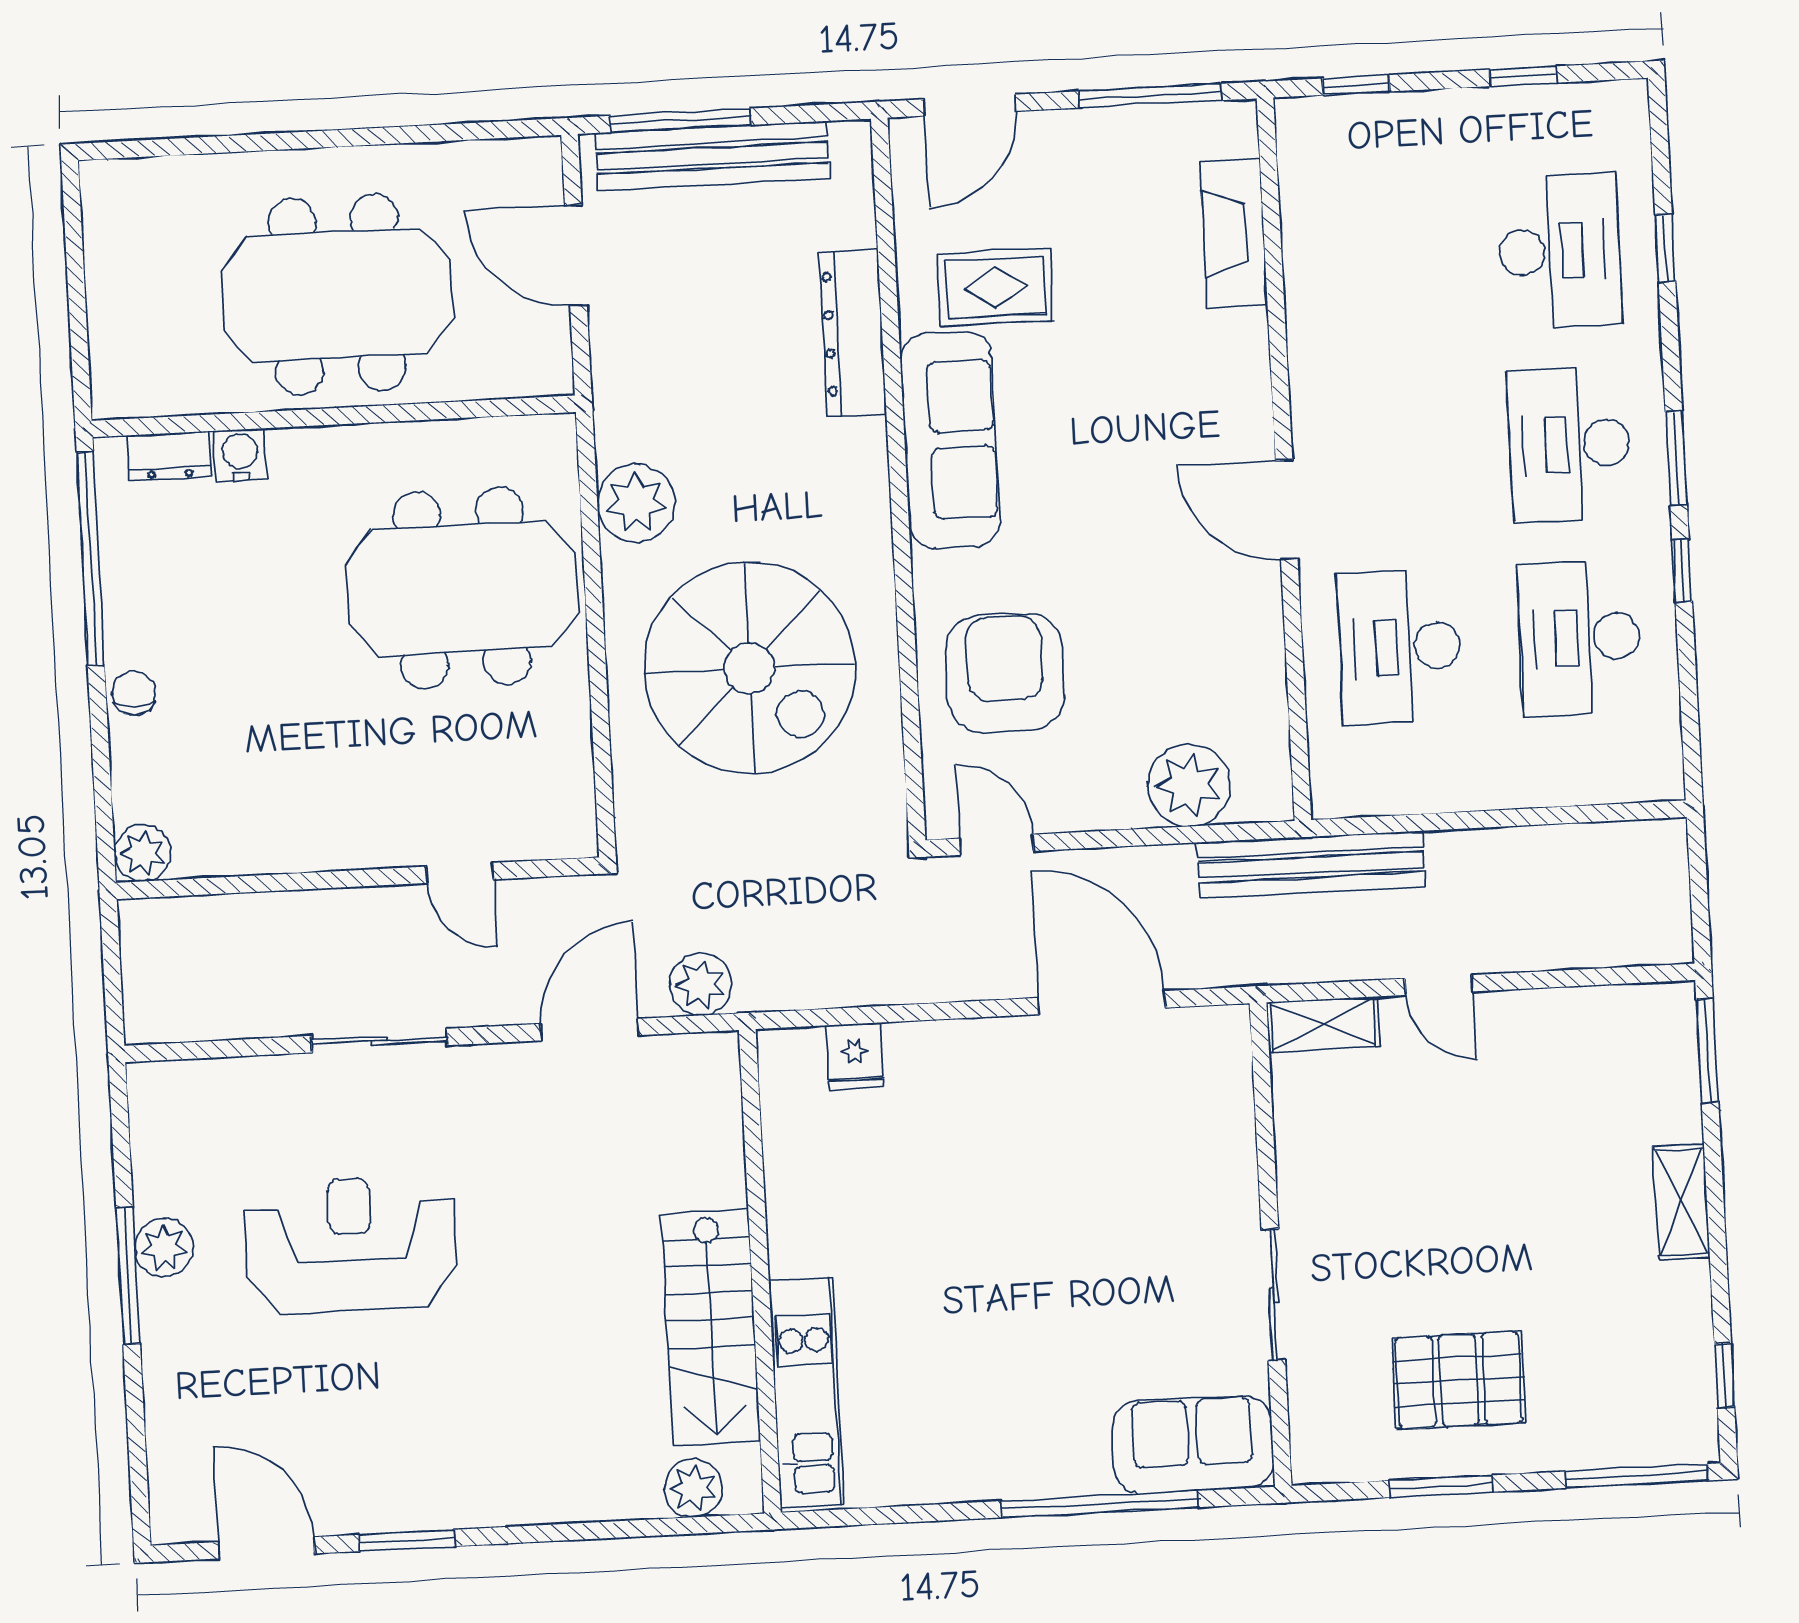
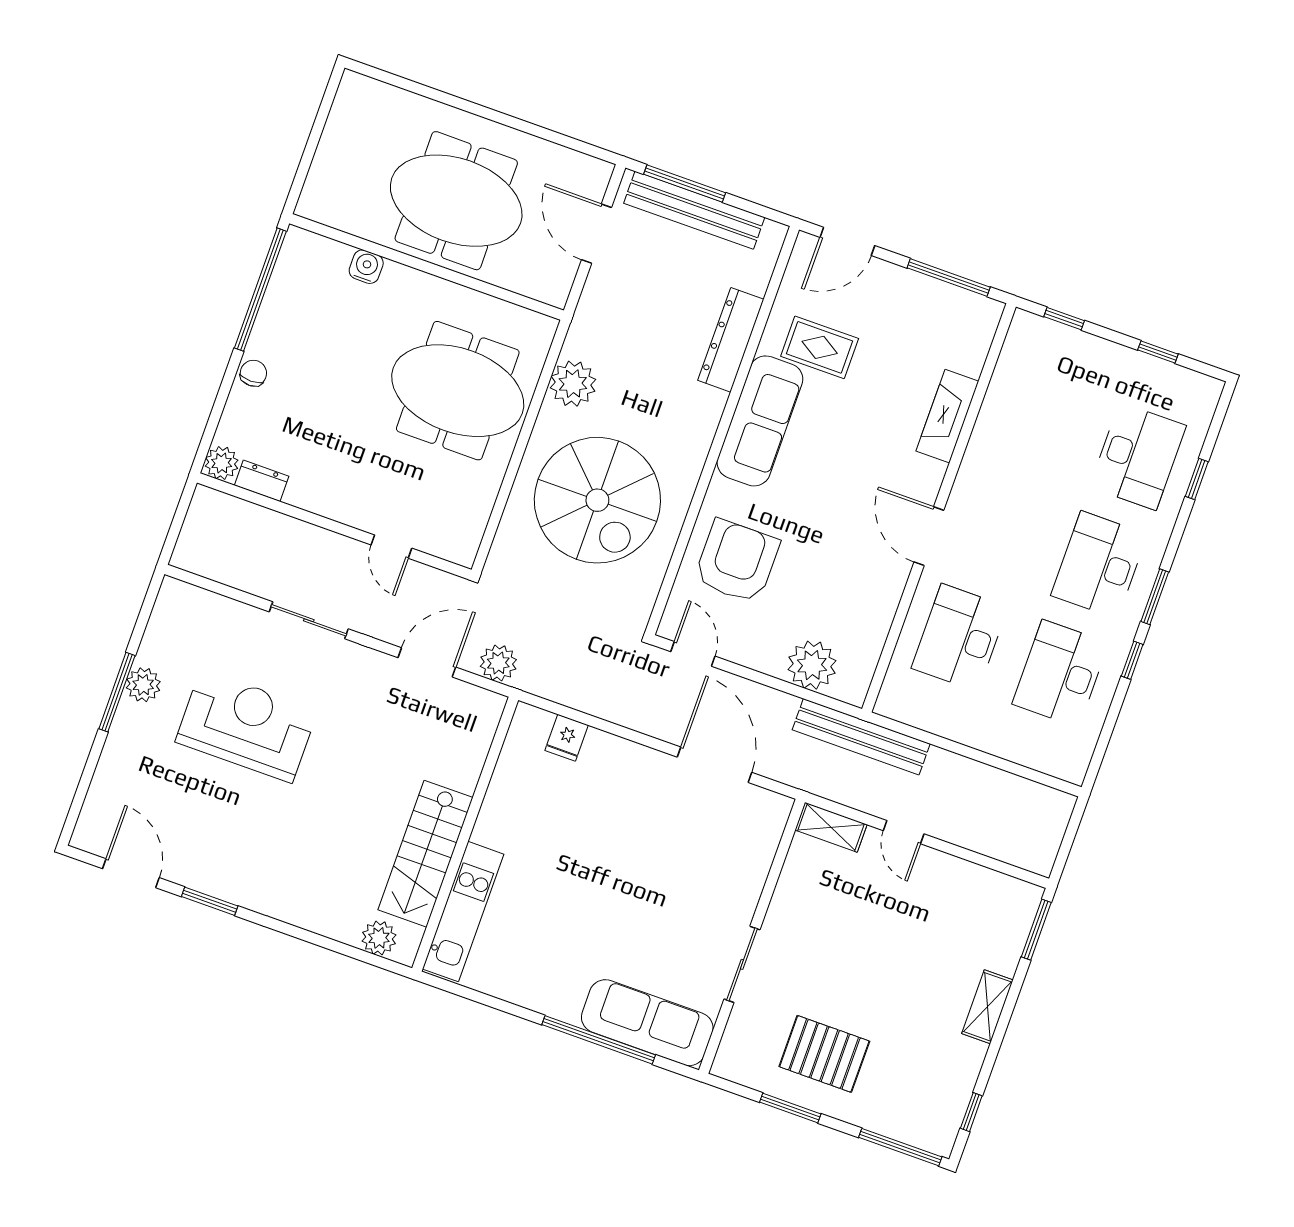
fireplace: (1234, 233) -> (947, 416), moved
dresser: (169, 456) -> (262, 481), moved, turned 180
sofa: (1193, 1445) -> (647, 1023), width x1.36

